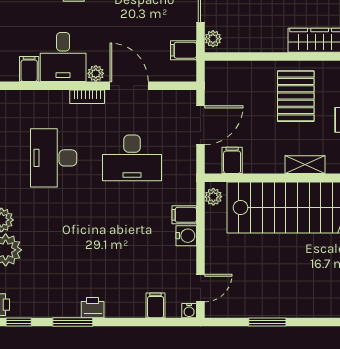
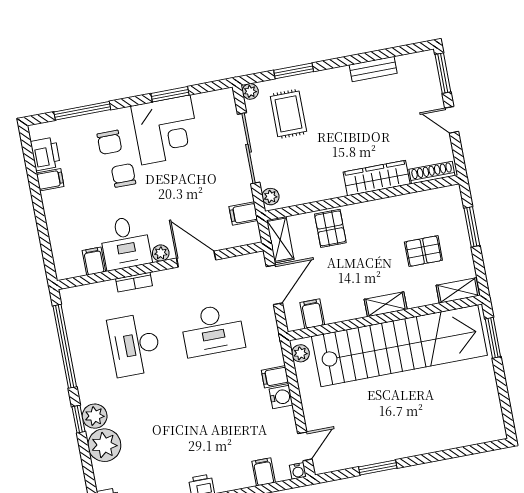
shelving: (214, 82) -> (280, 240), added
pallet: (296, 96) -> (330, 228), moved, width x0.67, depth x0.71
bookcase: (87, 97) -> (134, 282), moved

